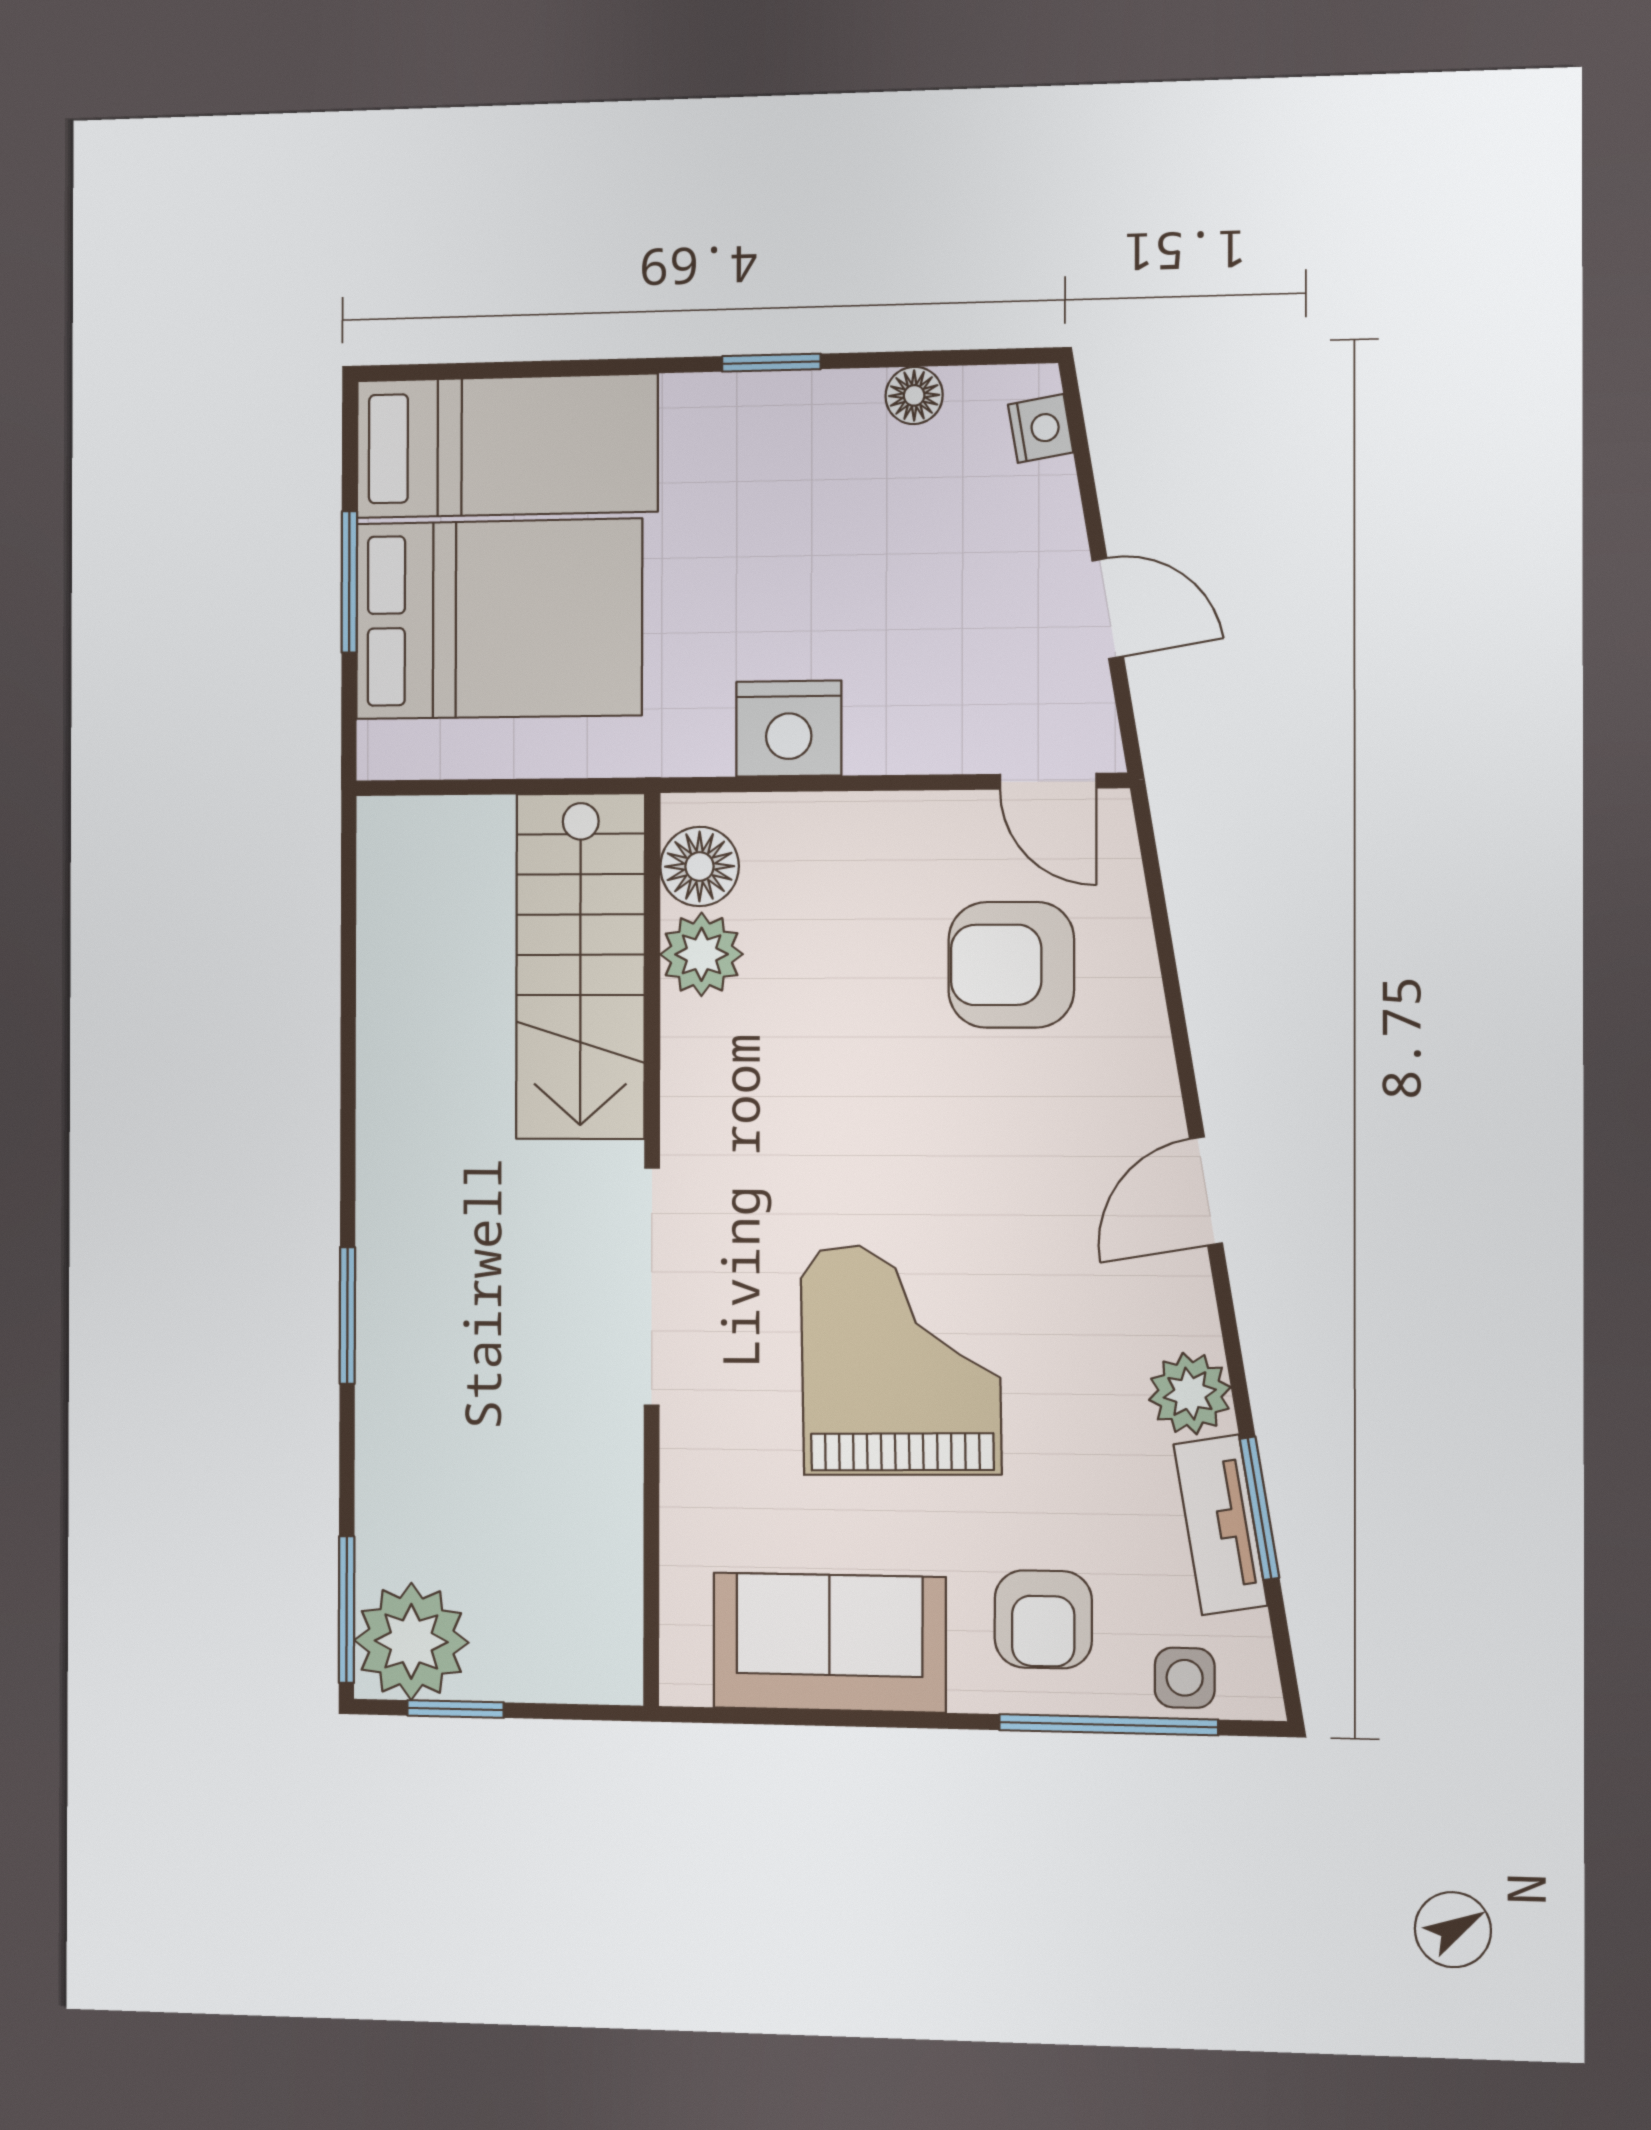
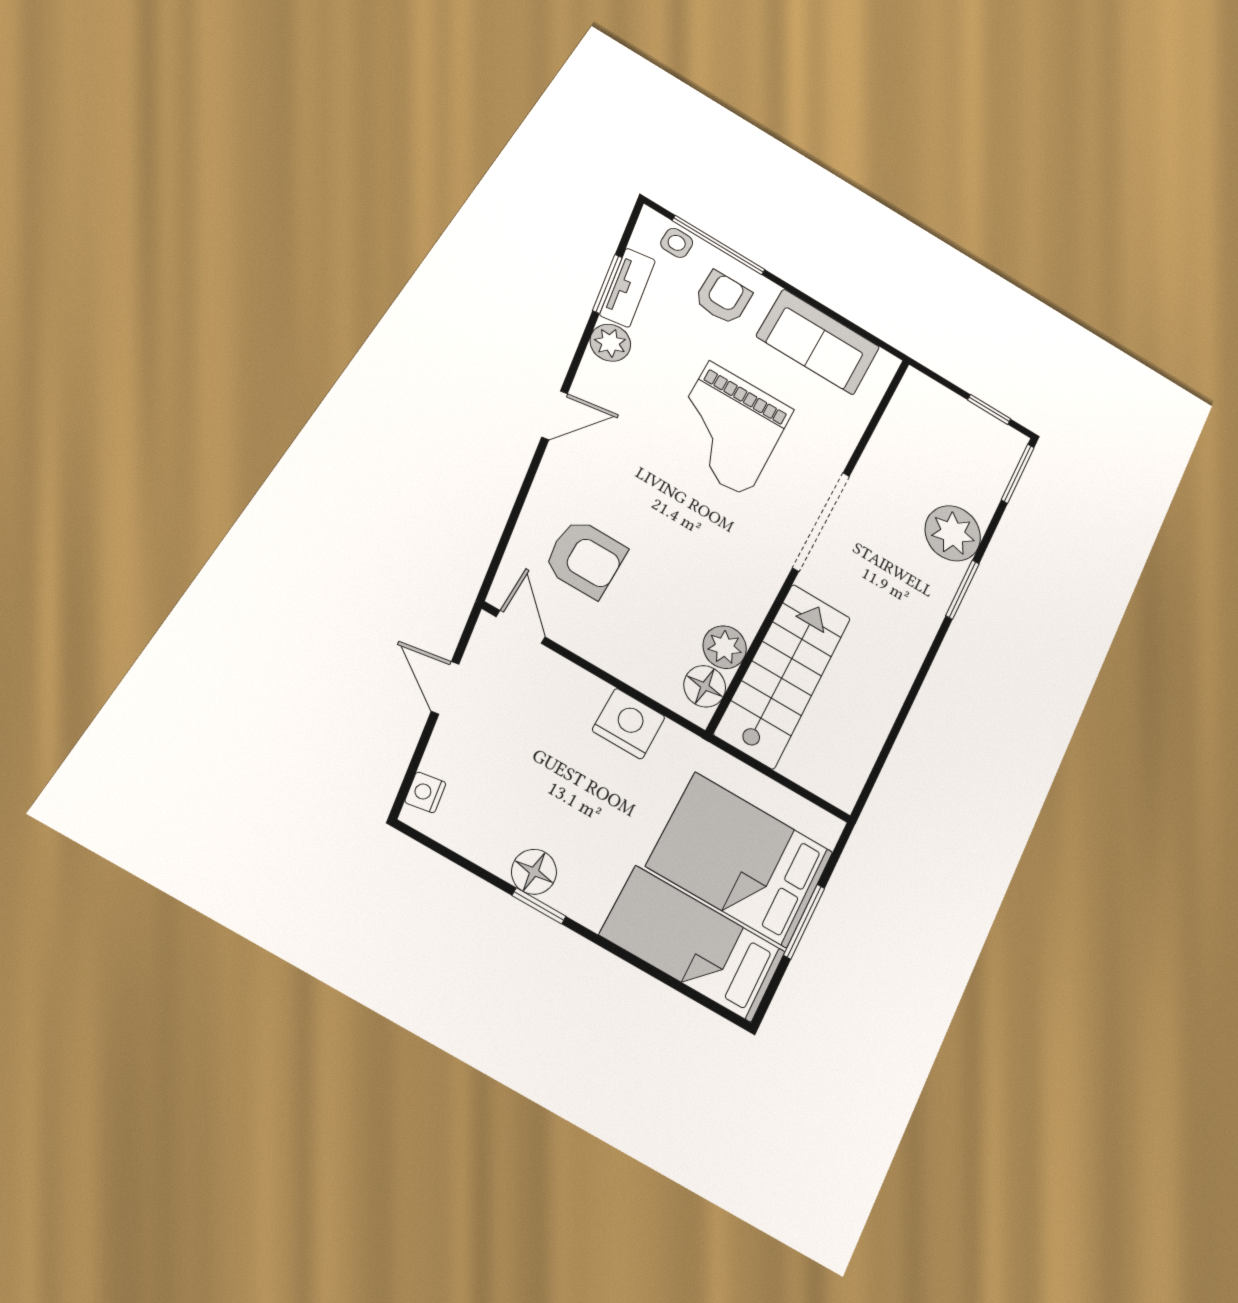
floor lamp: (914, 395) -> (534, 872), moved, width x1.37, depth x1.37
plant: (411, 1641) -> (953, 533), moved

